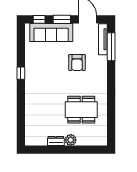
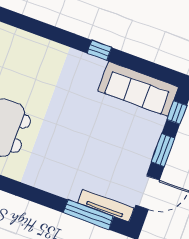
sofa: (51, 32) -> (138, 89), moved, turned -90
armchair: (77, 63) -> (83, 149), removed

